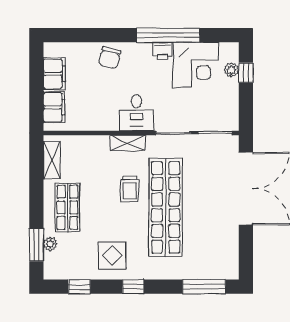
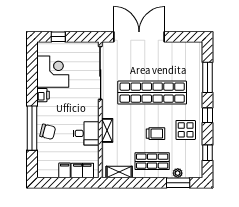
window: (168, 35) -> (32, 128), moved
plant: (231, 70) -> (56, 47), removed
filing cabinet: (54, 74) -> (65, 170), width x0.50
desk: (136, 113) -> (86, 133), moved
shelving: (128, 143) -> (107, 130), moved
trolley: (130, 189) -> (156, 134), moved
window: (204, 287) -> (207, 77), moved

